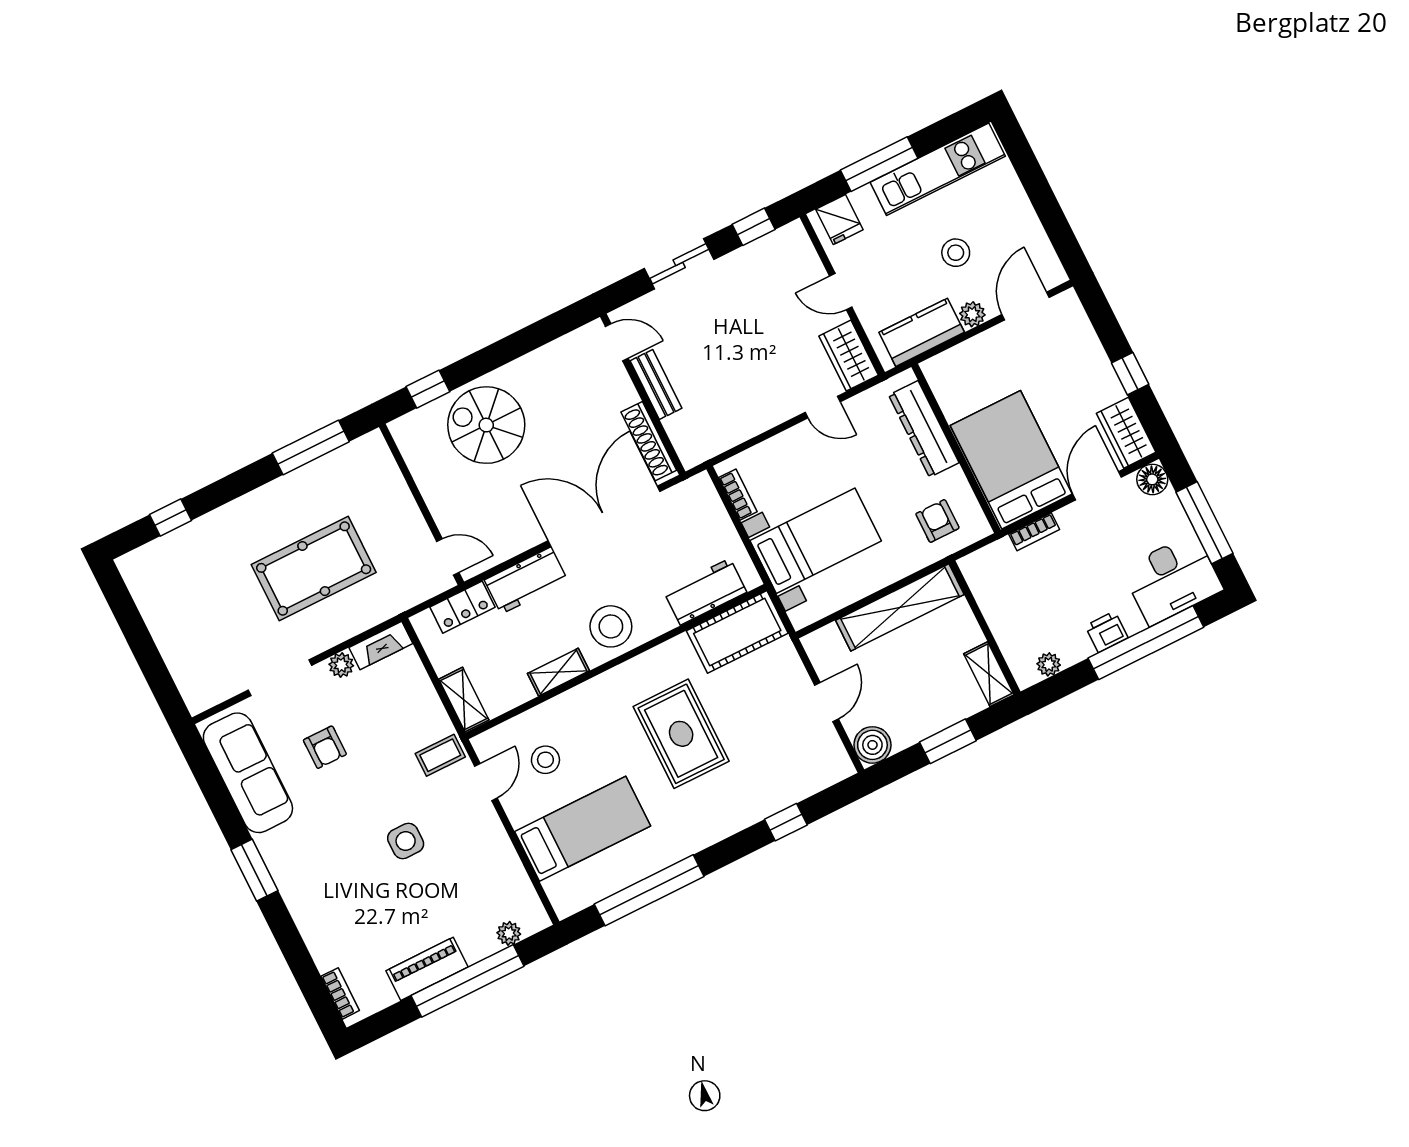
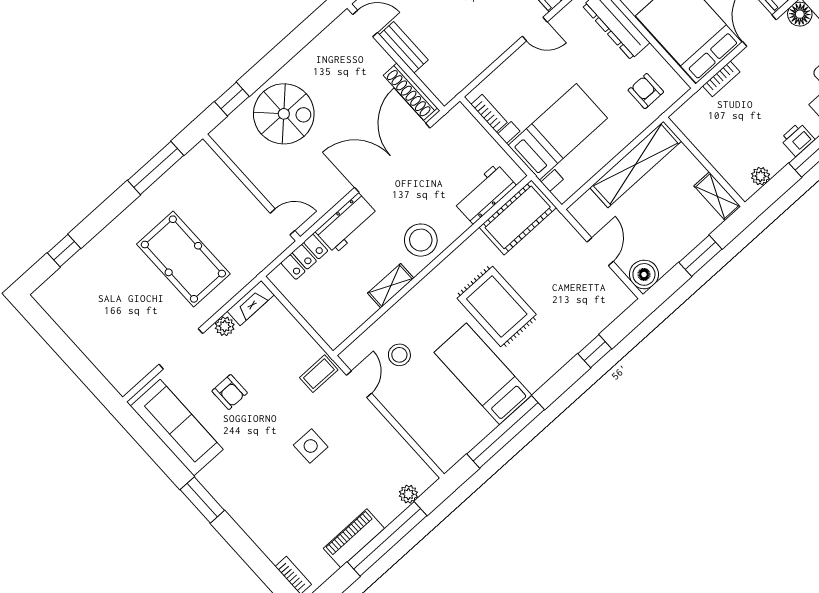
spiral stairs: (486, 425) -> (284, 114), turned 180
pool table: (314, 569) -> (183, 259), turned 90
shelving: (464, 700) -> (325, 327), removed
bed: (583, 829) -> (483, 374), moved, turned -90

